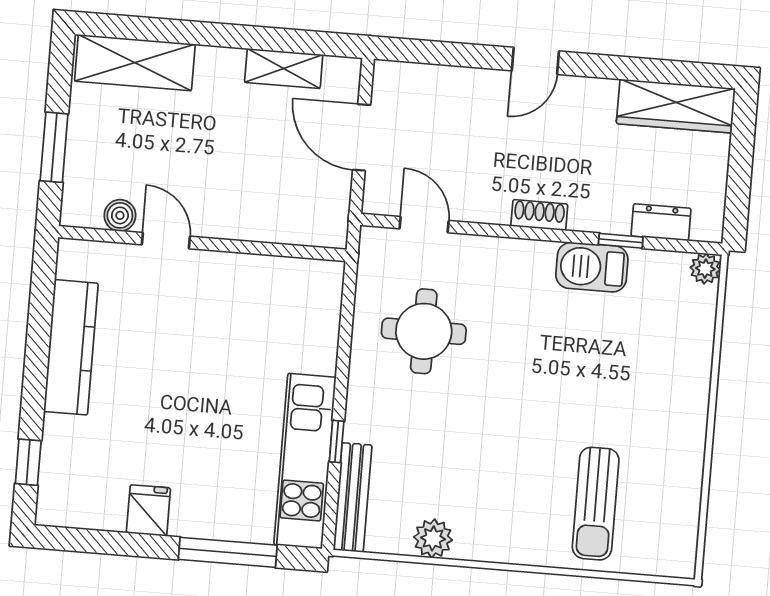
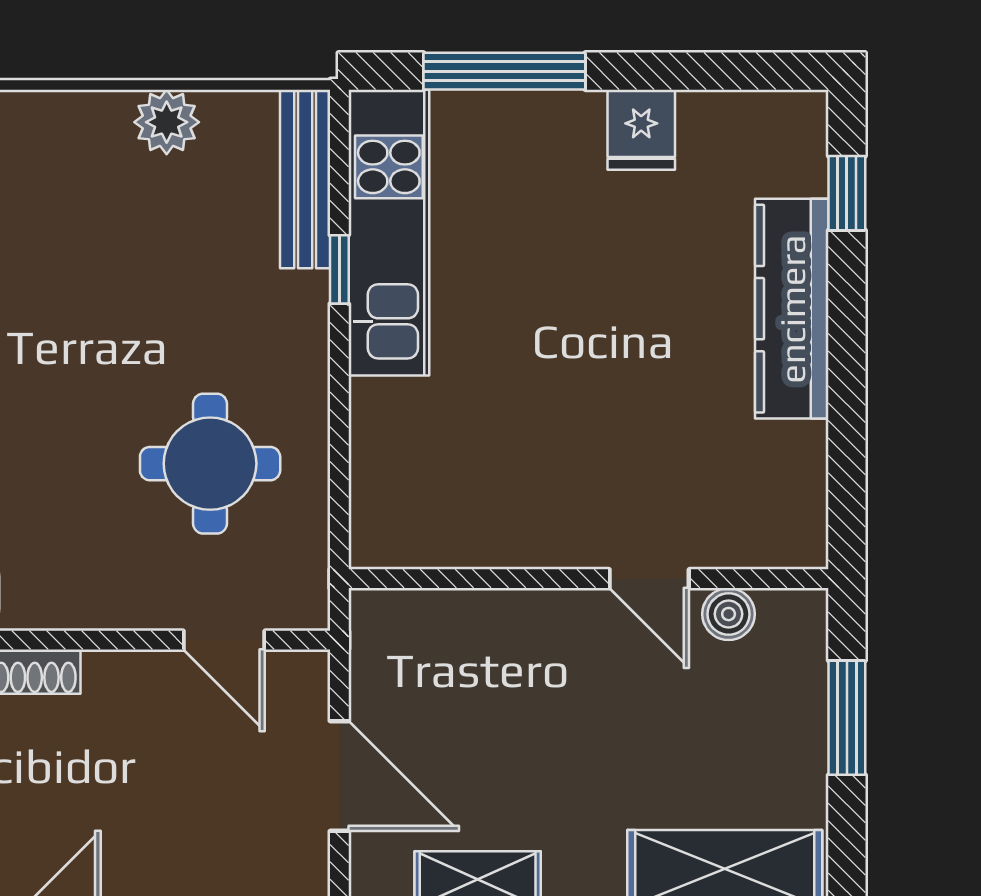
kitchen counter: (71, 347) -> (792, 309), moved

